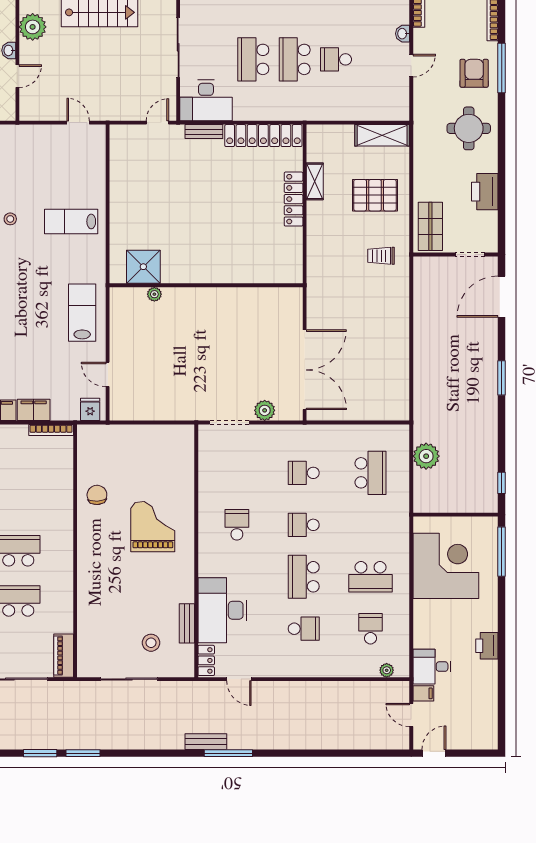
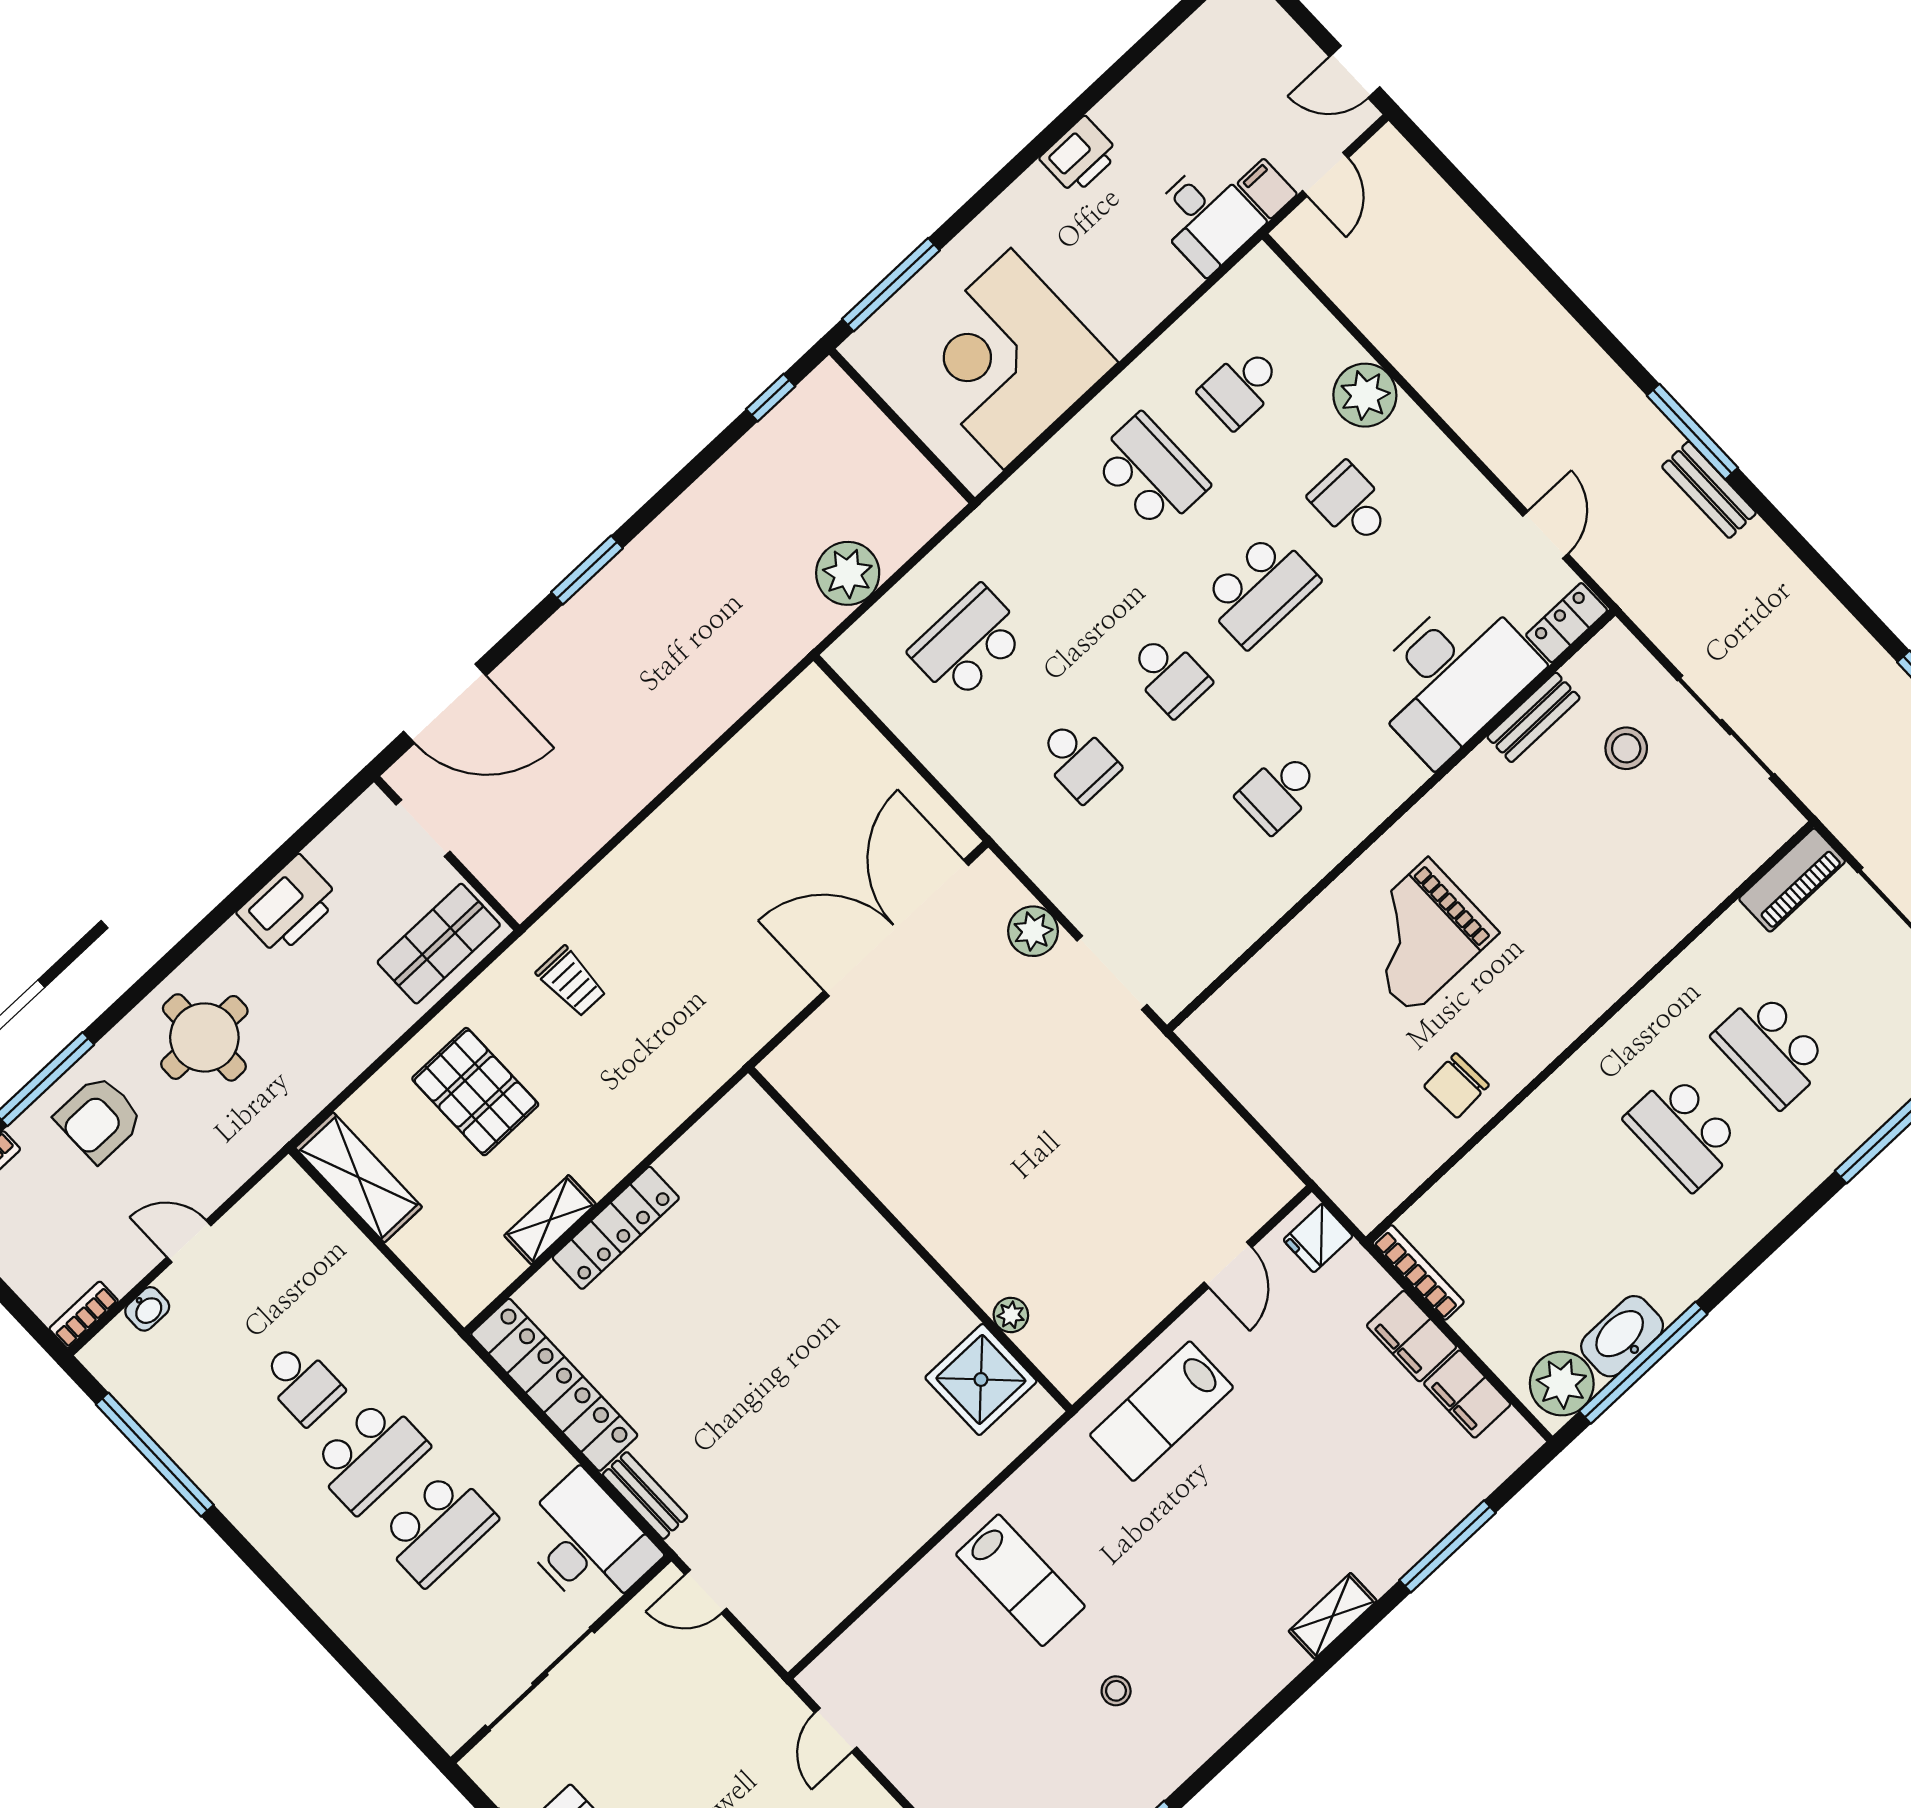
plant: (387, 670) -> (1365, 395), moved, width x1.88, depth x1.88

